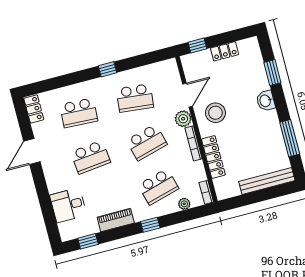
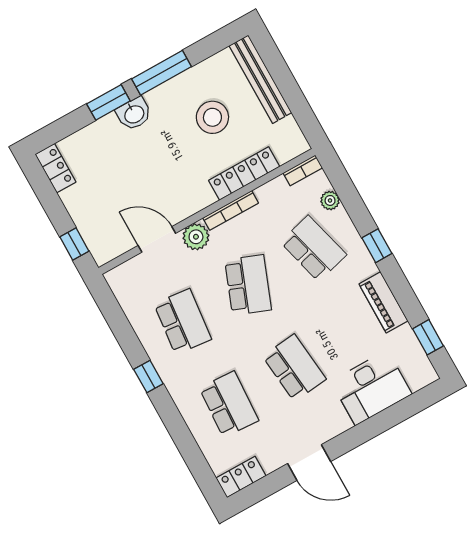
locker: (225, 51) -> (55, 168), moved
window: (272, 73) -> (108, 102), moved
stool: (215, 113) -> (212, 117), moved
window: (290, 138) -> (161, 73), moved
school desk: (147, 142) -> (248, 285), turned 36
desk: (68, 205) -> (371, 388), width x1.37

